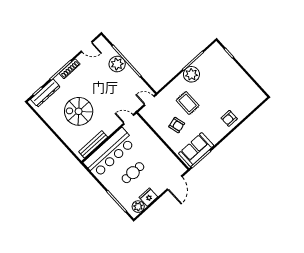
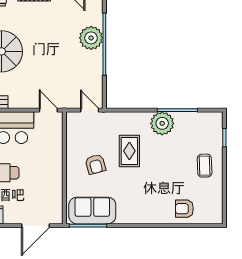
coffee table: (232, 76) -> (205, 166), added
armchair: (229, 118) -> (184, 209), moved

